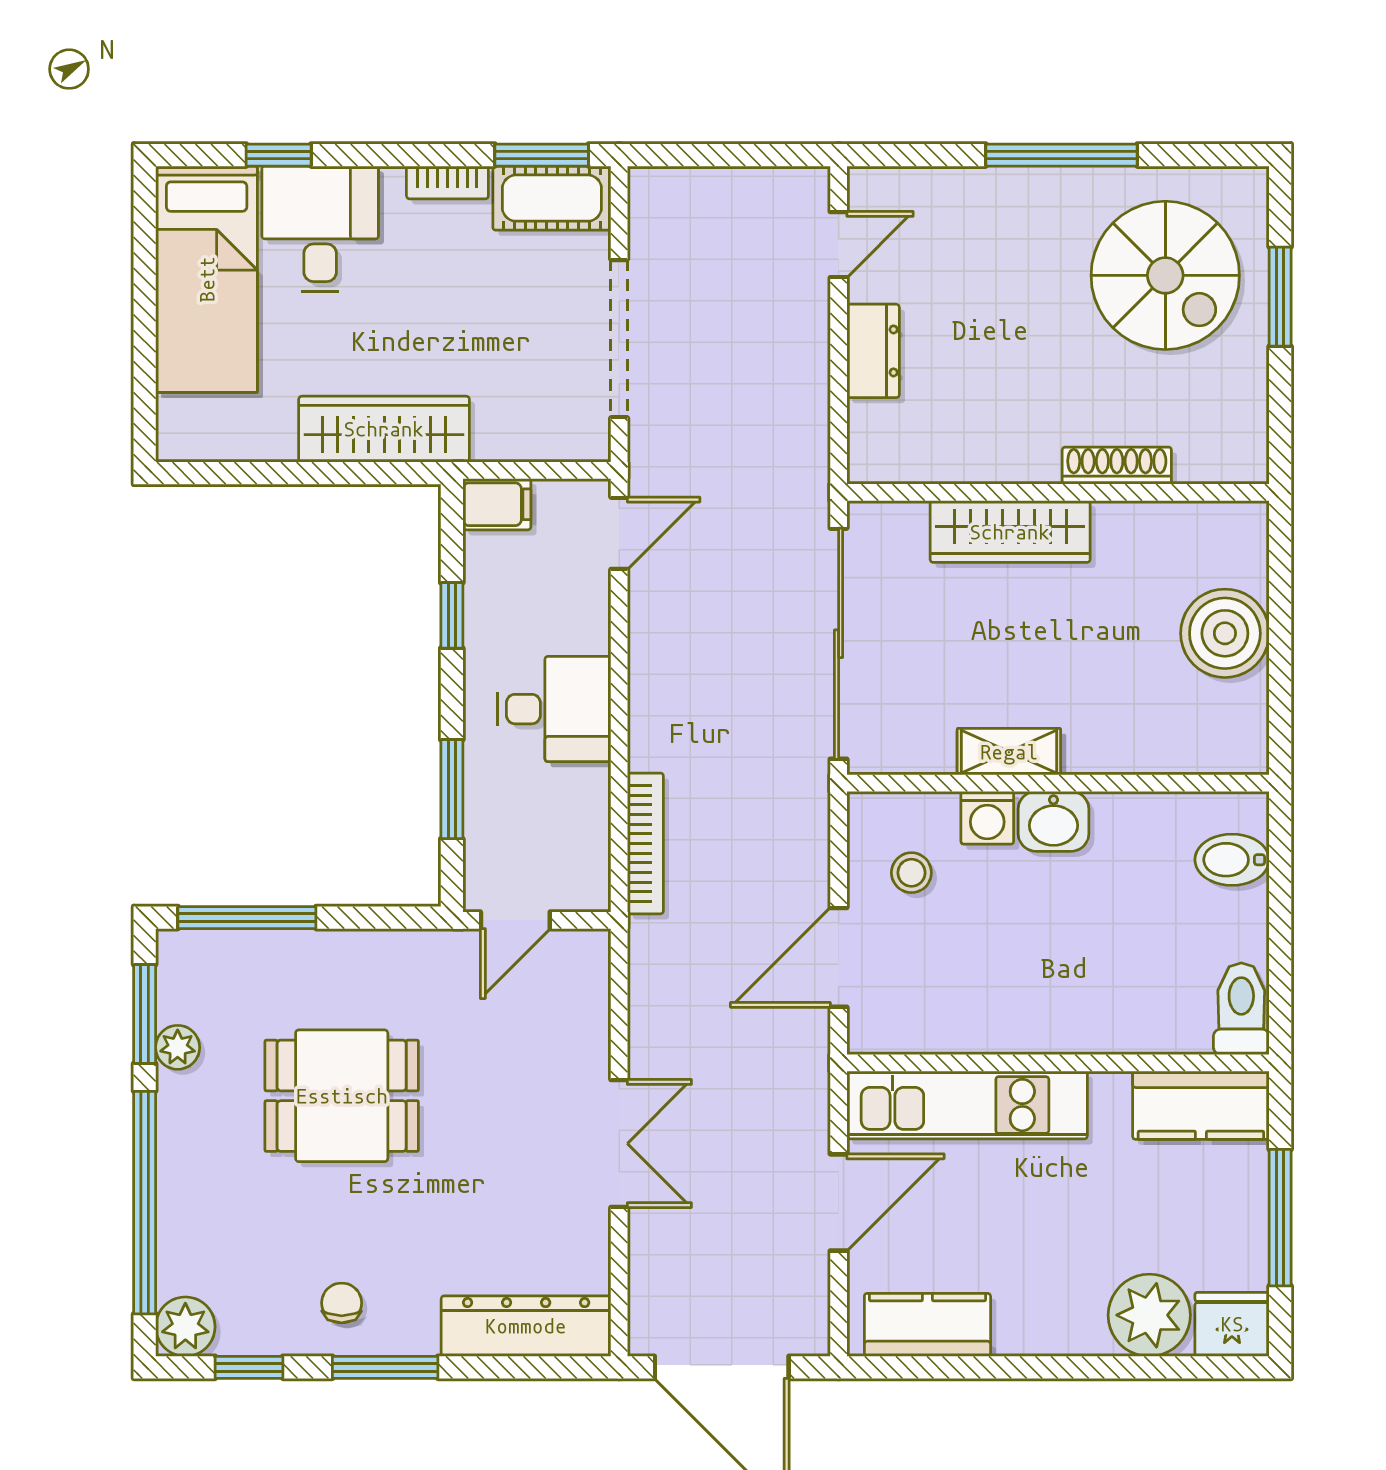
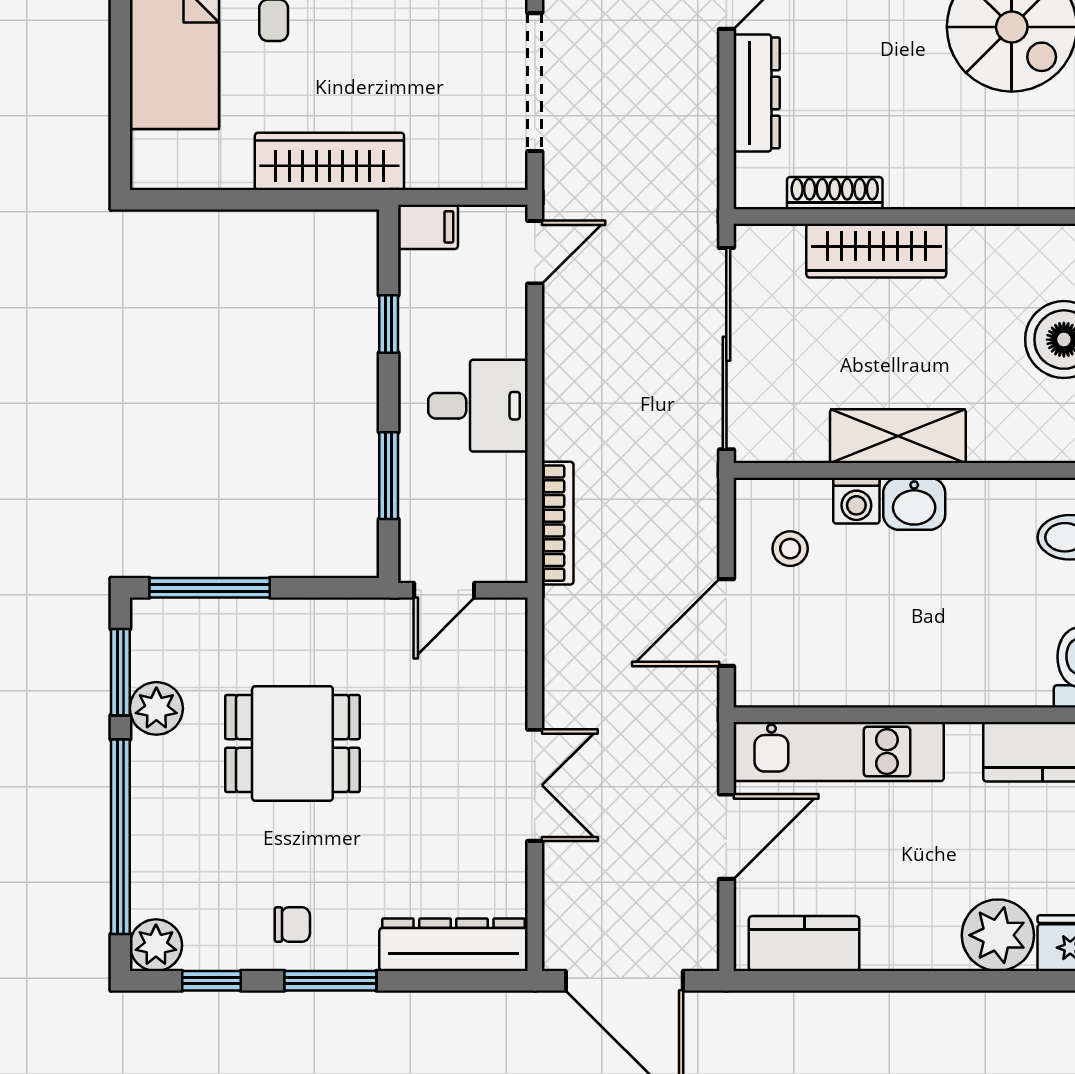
dresser: (873, 351) -> (757, 93), width x1.44
shoe rack: (1117, 466) -> (835, 193), moved
shelving: (1009, 752) -> (898, 436), width x1.50, depth x1.33
plant: (178, 1047) -> (156, 708), width x1.38, depth x1.38
chair: (342, 1303) -> (292, 924), turned 90

